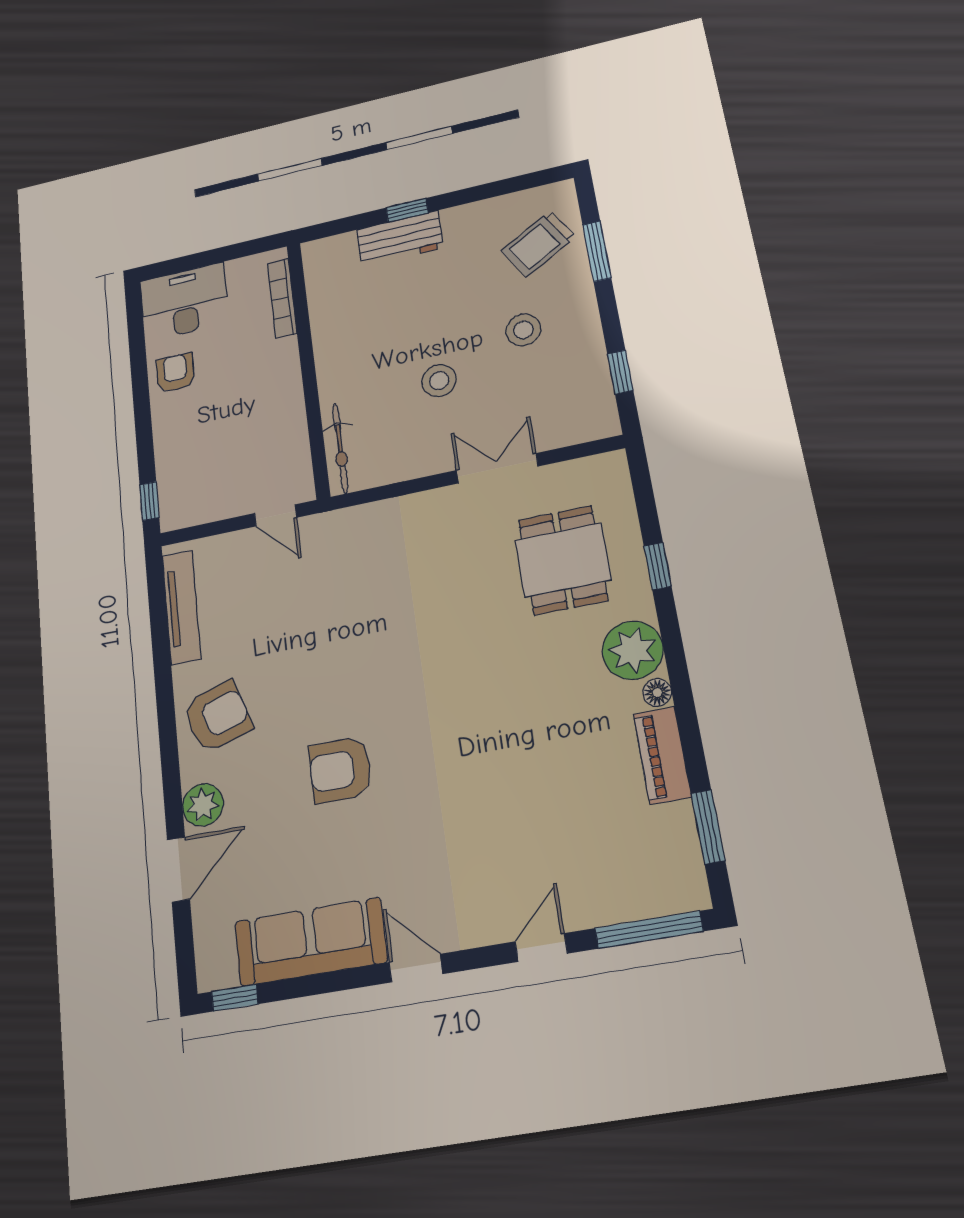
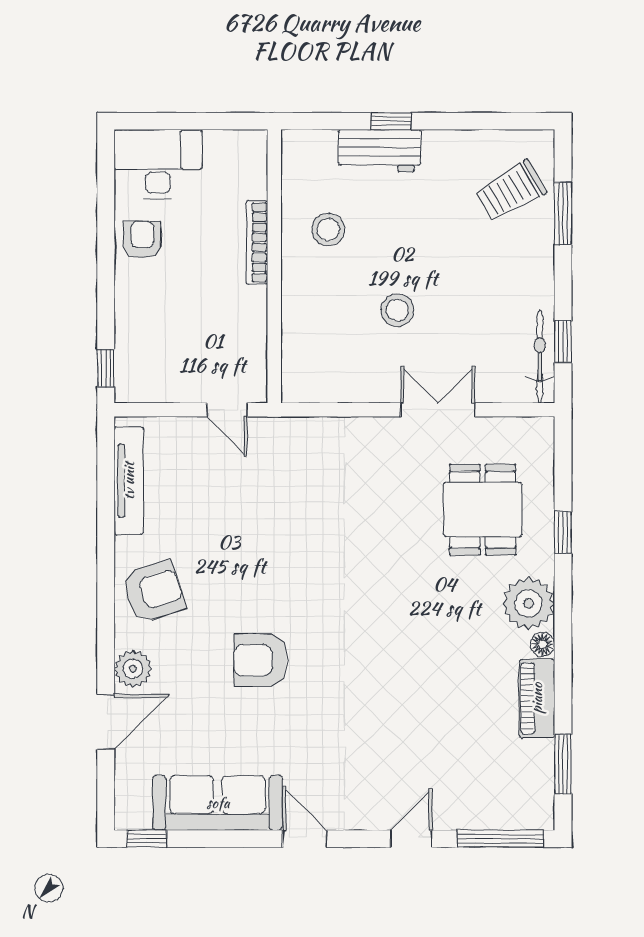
bookcase: (282, 298) -> (257, 242), moved
stool: (523, 330) -> (328, 230), moved
bicycle: (340, 448) -> (540, 356), moved, turned 180

